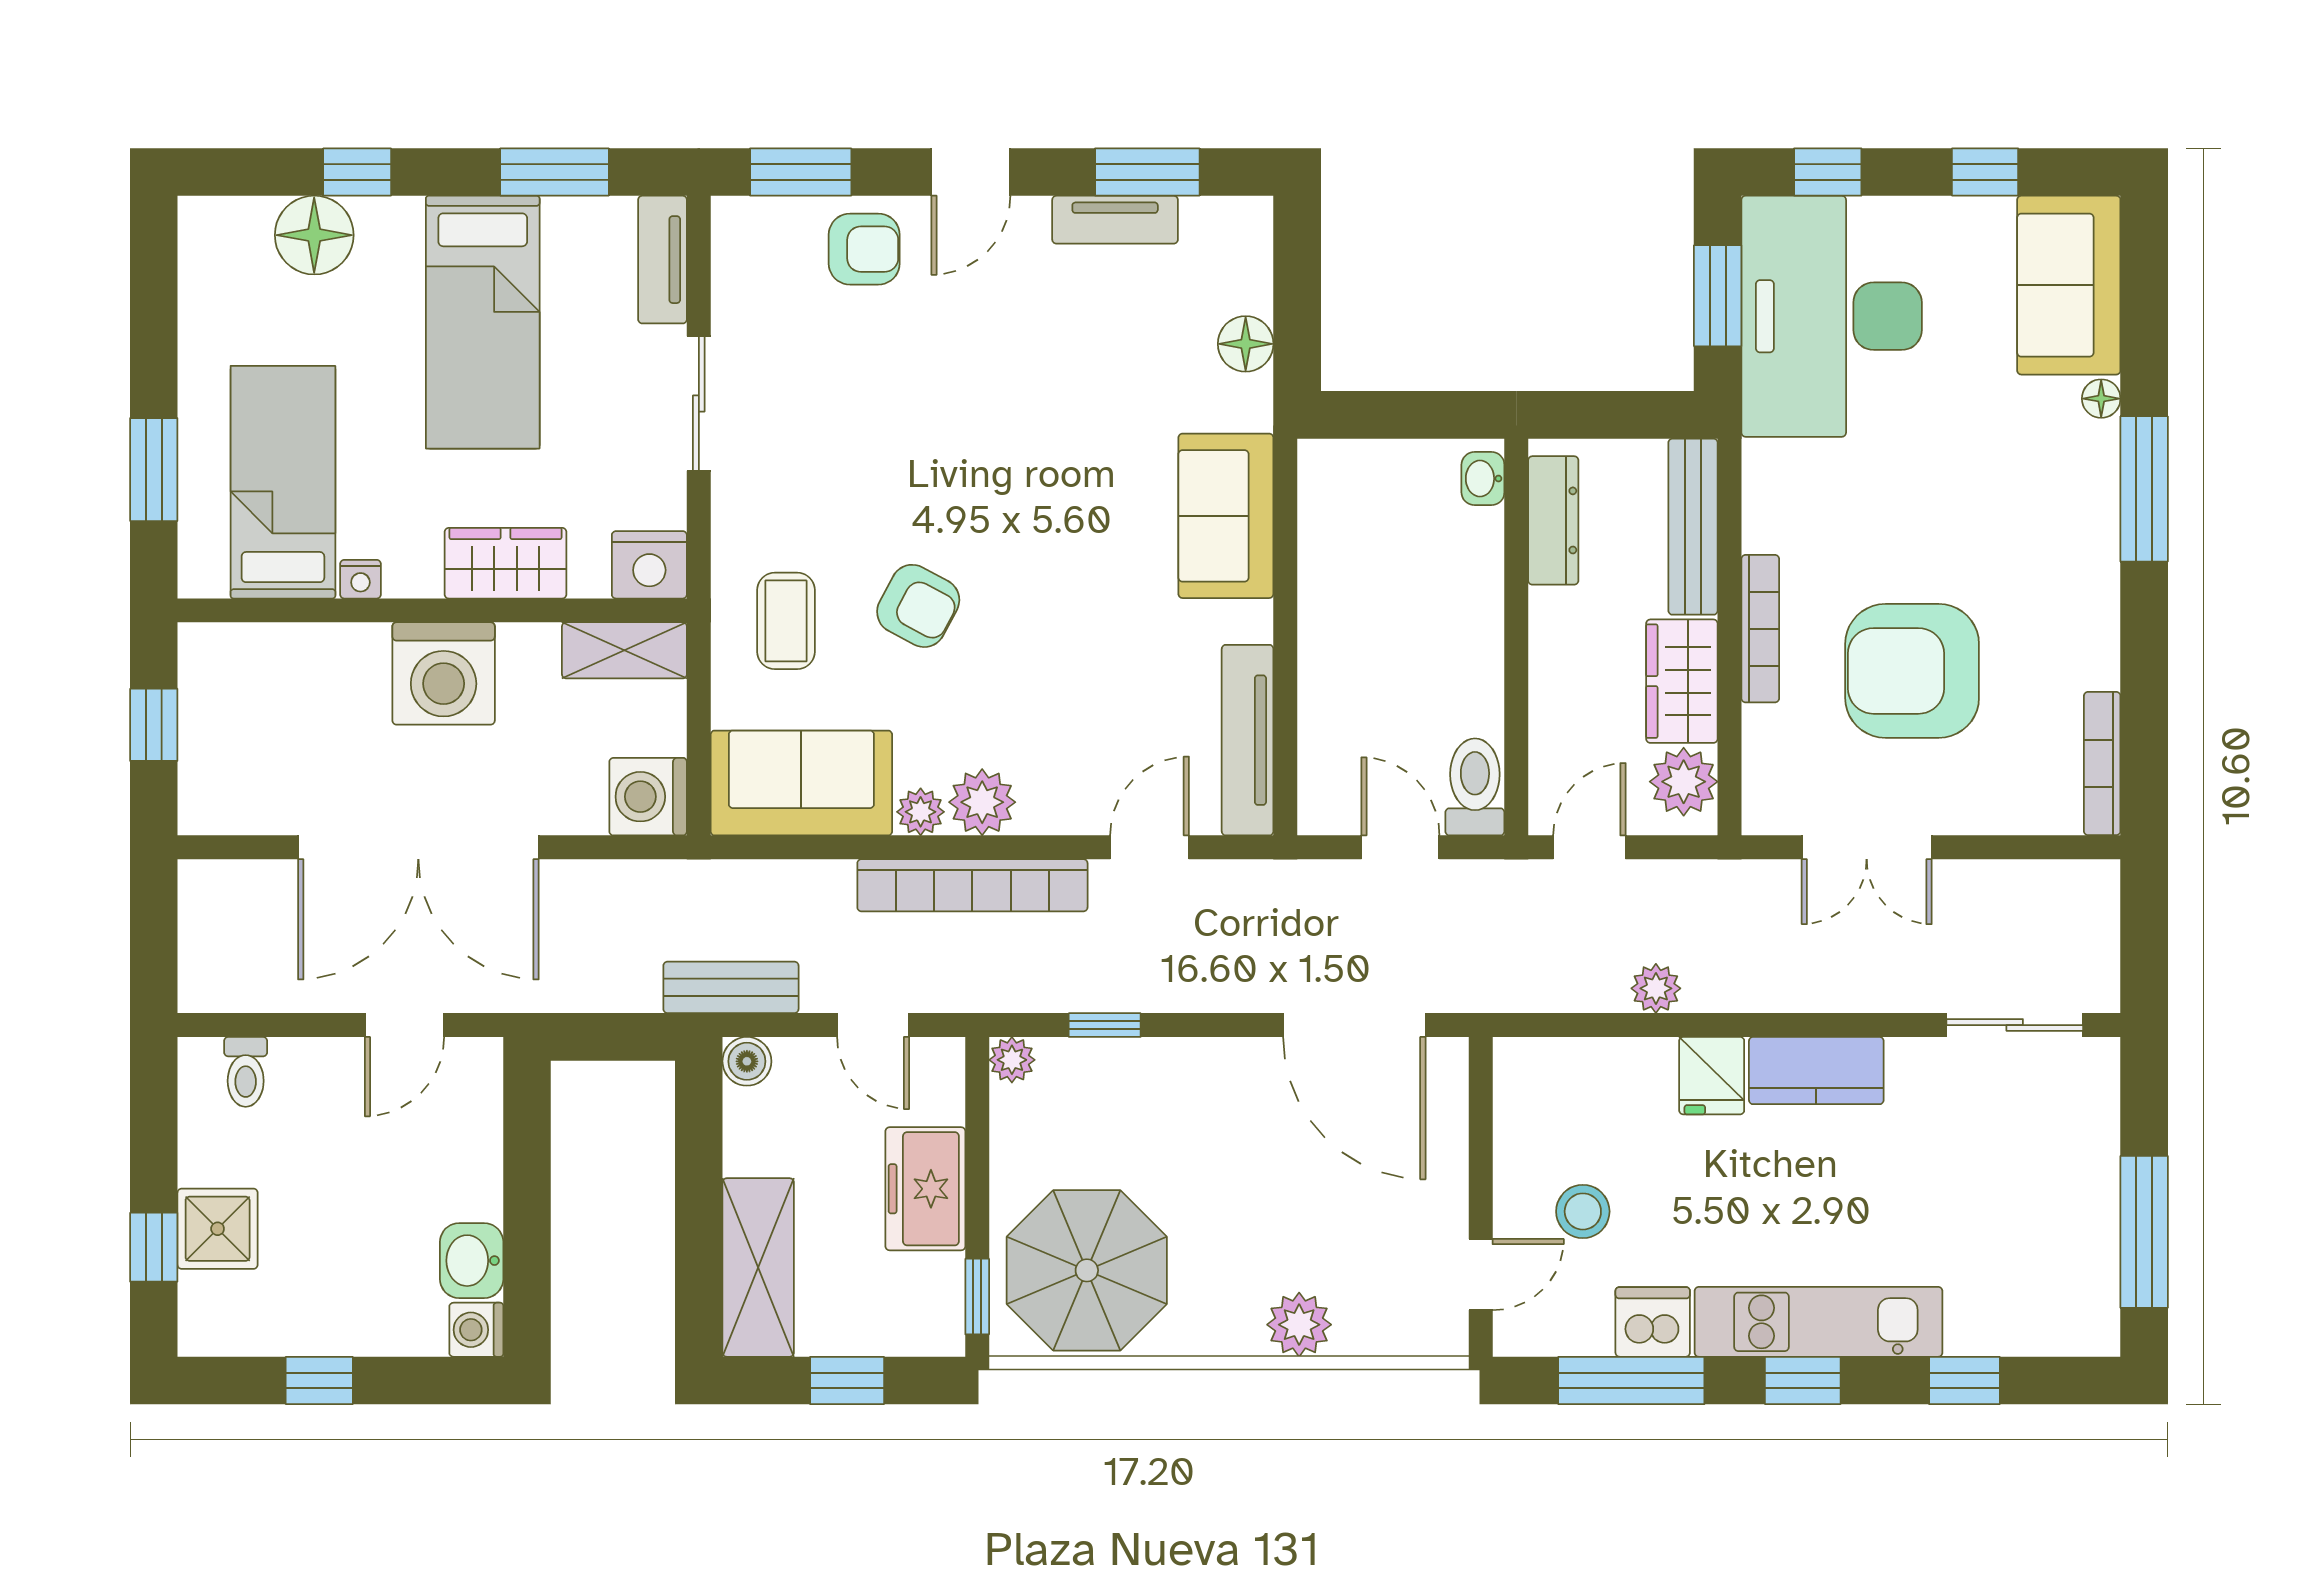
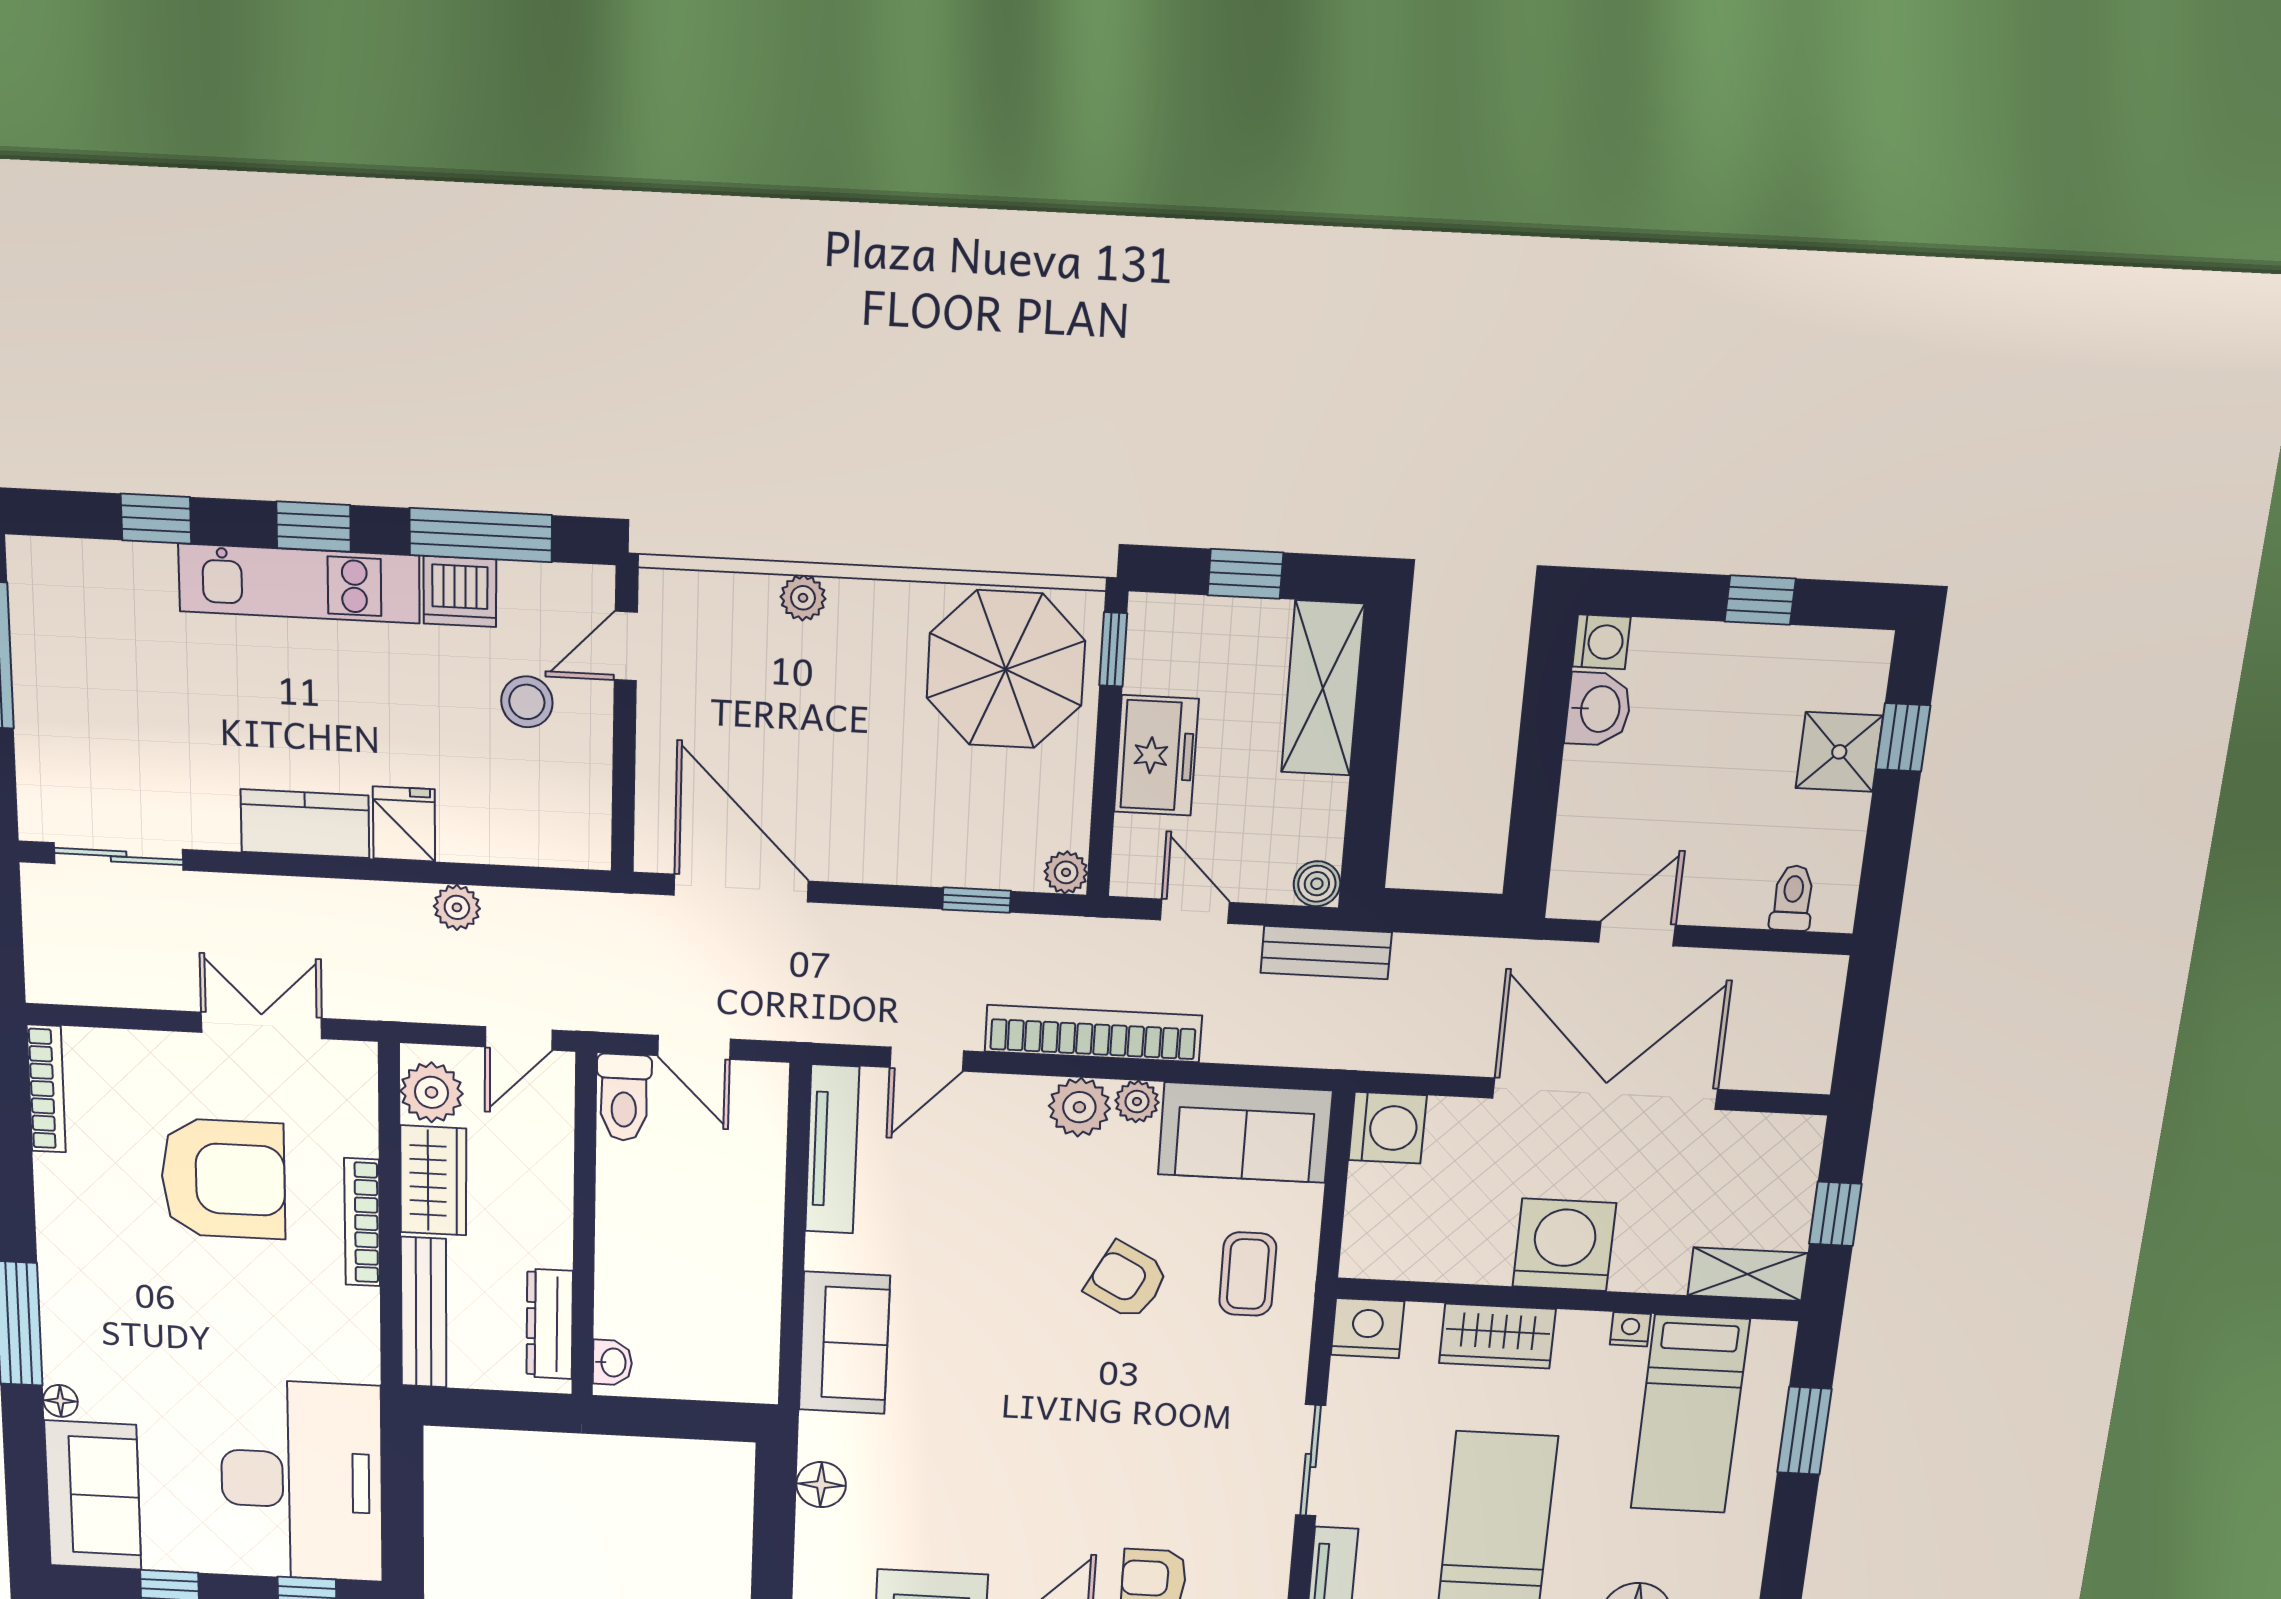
window: (1718, 296) -> (403, 1503), removed
shelving: (624, 650) -> (1748, 1274), moved
plant: (1299, 1325) -> (803, 598), width x0.73, depth x0.73

